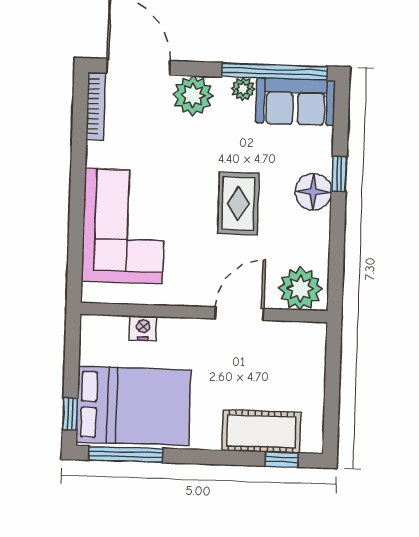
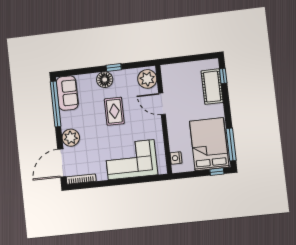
plant: (243, 89) -> (65, 116), removed
window: (339, 174) -> (114, 68), moved
rug: (238, 203) -> (114, 111), turned 90
nightstand: (143, 328) -> (176, 158), moved

